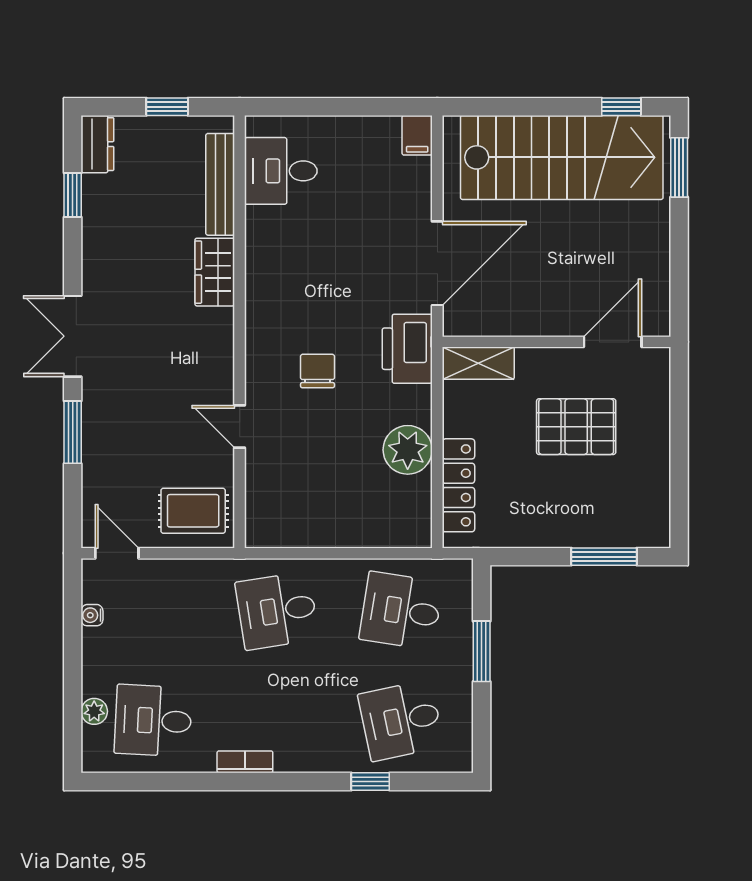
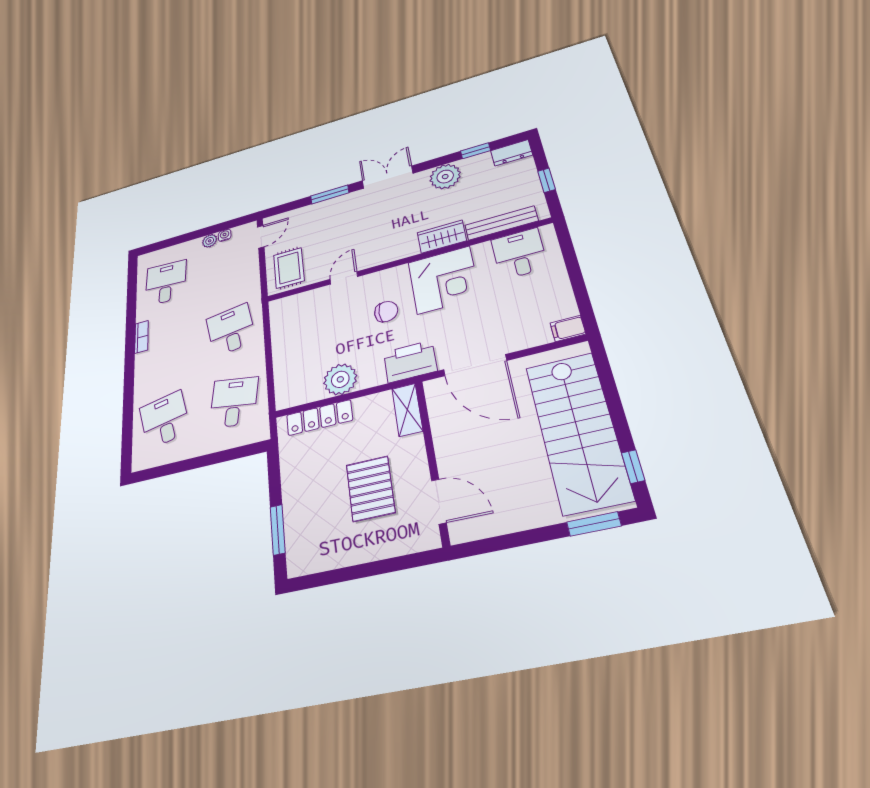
plant: (105, 248) -> (445, 177), added
corner desk: (290, 282) -> (444, 280), added
window: (482, 651) -> (209, 460), removed
plant: (94, 711) -> (210, 241), moved
window: (370, 781) -> (128, 411), removed

